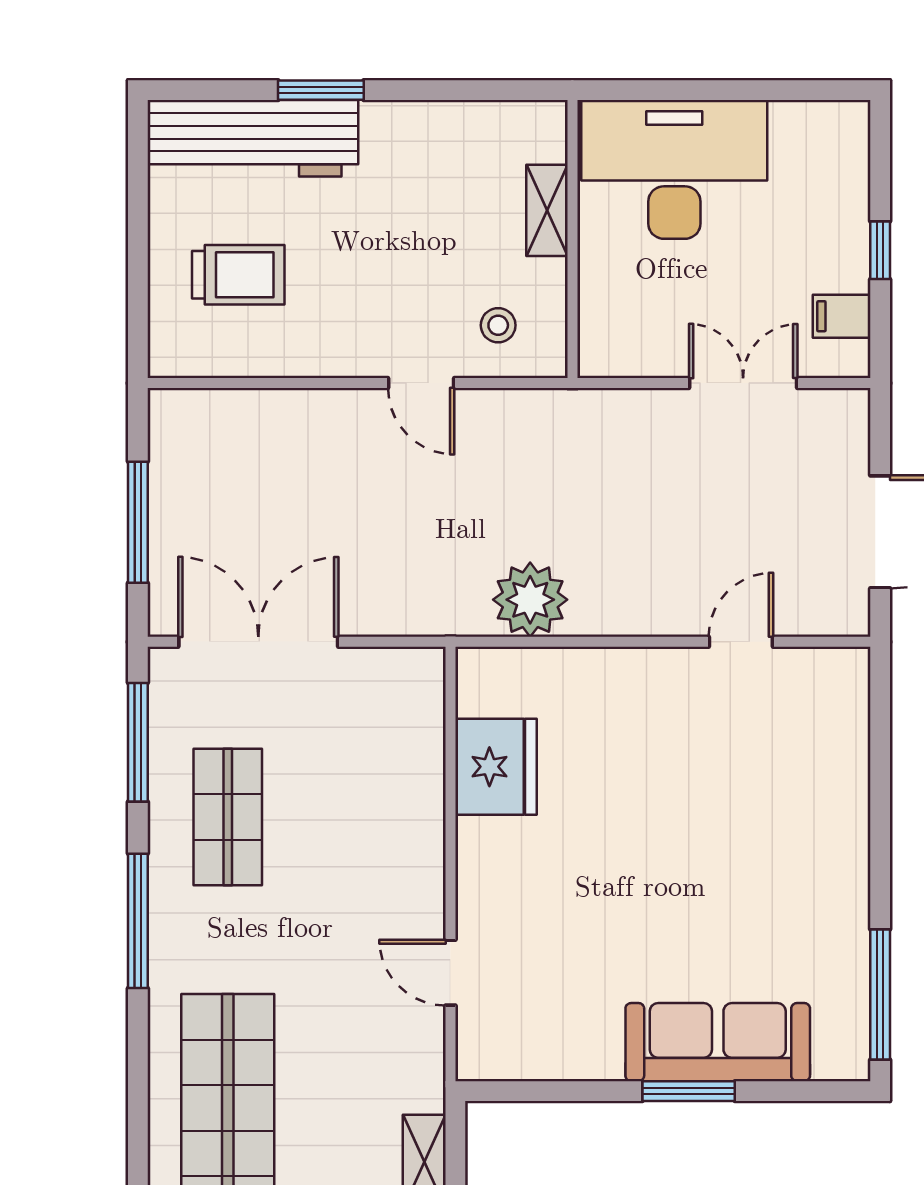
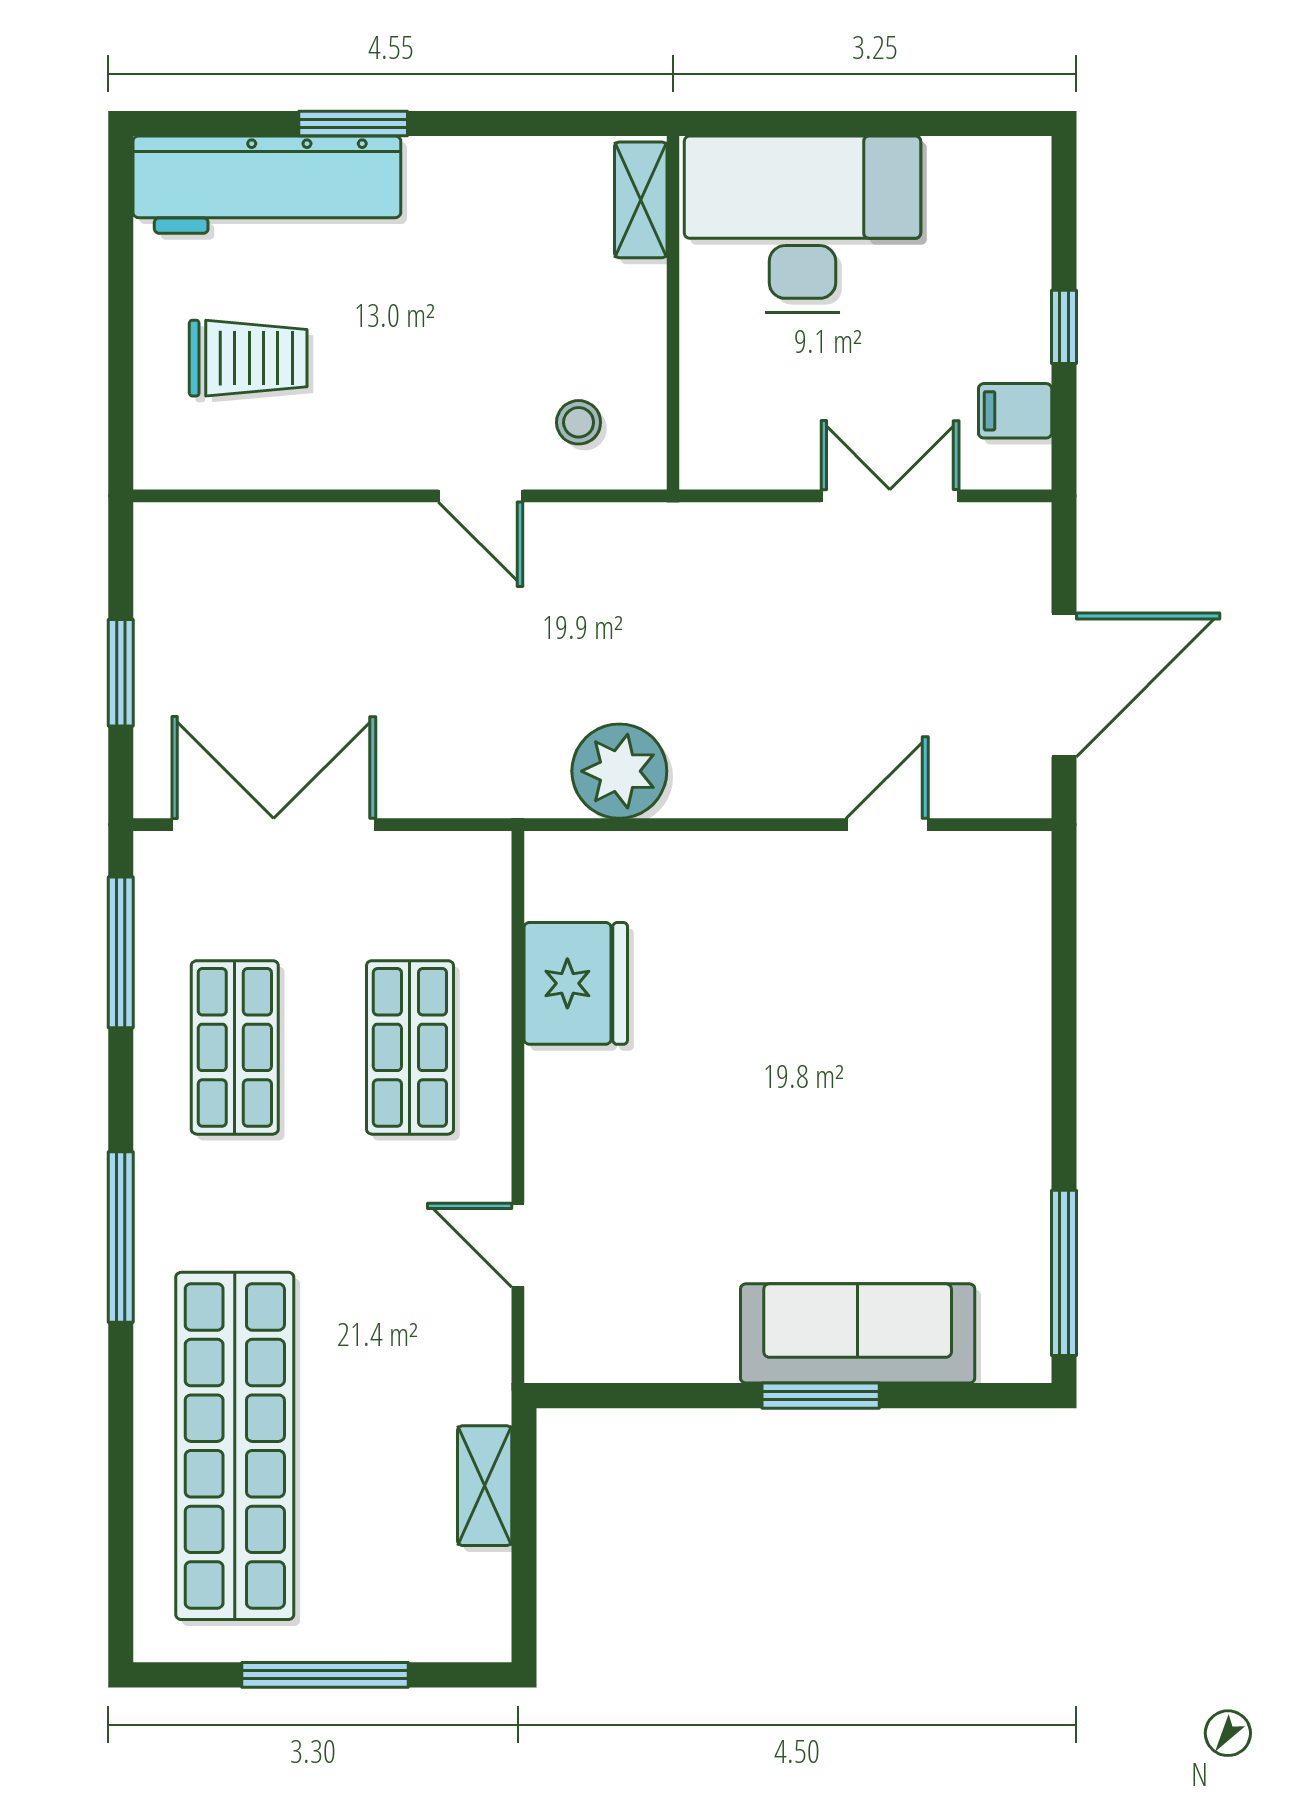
shelving: (547, 210) -> (641, 200), moved
window: (138, 522) -> (121, 673), width x0.69
shop shelf: (366, 817) -> (410, 1047), added
window: (138, 921) -> (121, 1237), moved

